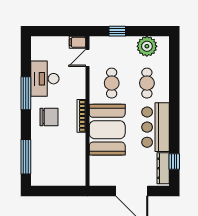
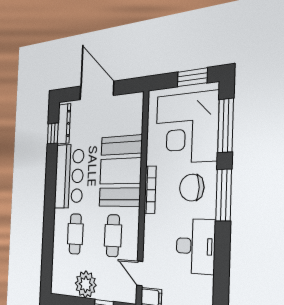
plant: (147, 46) -> (86, 284), moved
door: (87, 58) -> (140, 273), swing flipped
window: (26, 93) -> (224, 195), moved
corner desk: (54, 157) -> (186, 128), added
window: (51, 191) -> (192, 77), added

